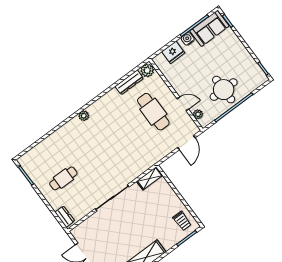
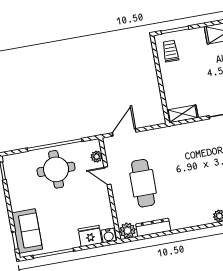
sofa: (209, 28) -> (27, 231), moved, turned 90
water cooler: (188, 39) -> (109, 235), moved

